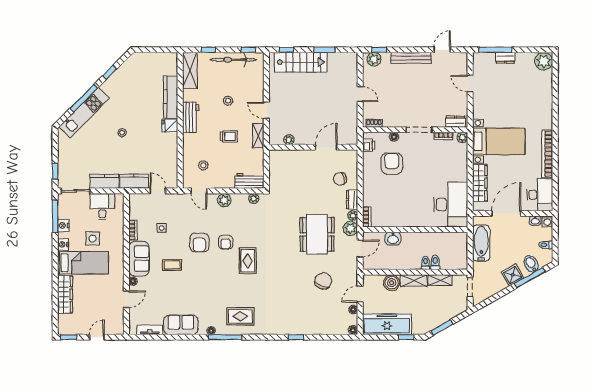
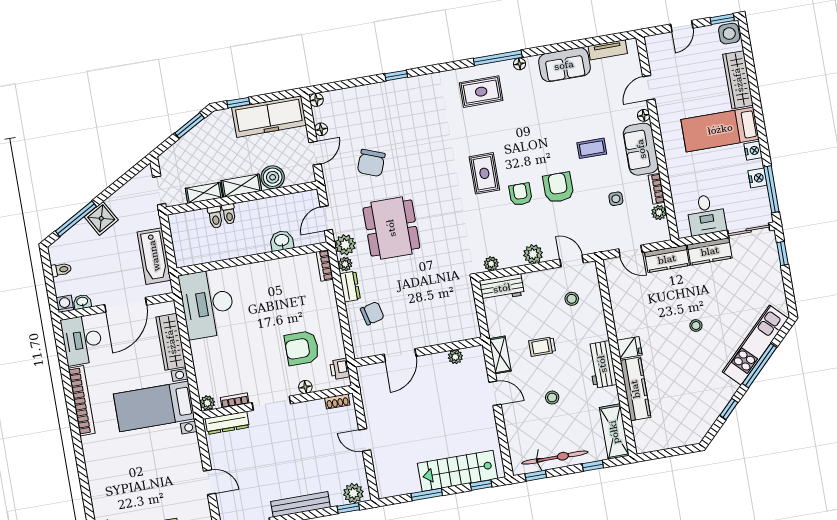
dresser: (456, 122) -> (227, 423), width x1.44
armchair: (392, 164) -> (302, 348), turned 90
plant: (134, 214) -> (659, 213), added
side table: (93, 239) -> (729, 34), moved
bidet: (531, 264) -> (77, 239), removed

